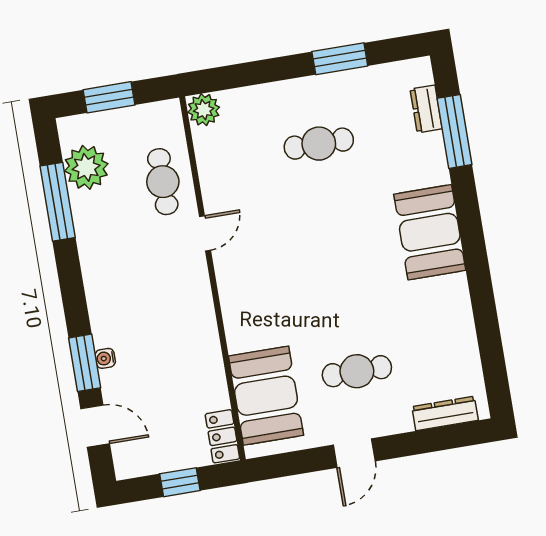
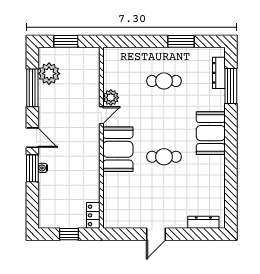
dresser: (426, 109) -> (219, 73), width x1.44
plant: (204, 110) -> (111, 98), moved
cafe table: (163, 182) -> (85, 87), removed
cafe table: (357, 371) -> (164, 157), moved
booth: (266, 396) -> (118, 149), moved
door: (95, 426) -> (32, 138), moved

